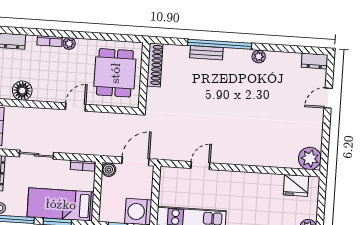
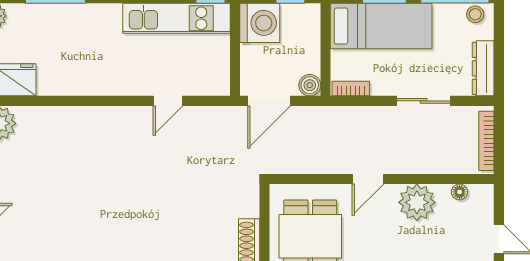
plant: (45, 90) -> (417, 202), added
floor lamp: (22, 91) -> (460, 192), width x0.53, depth x0.53

